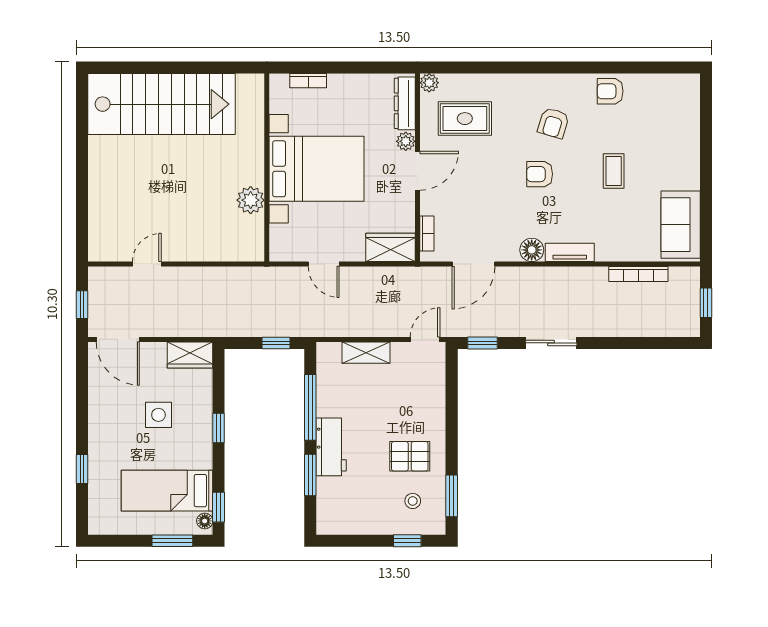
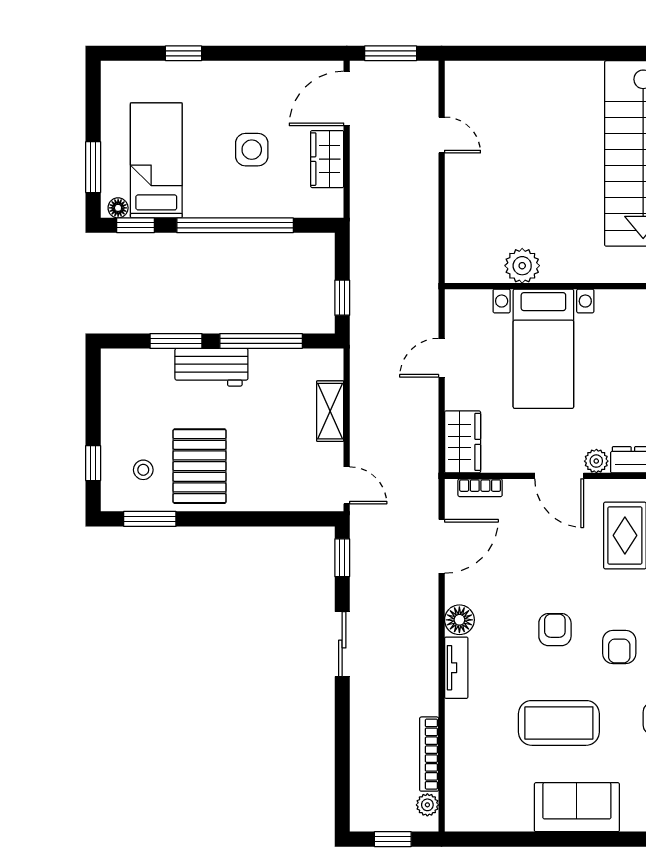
armchair: (553, 123) -> (619, 647), turned -107
bed with nightstands: (317, 169) -> (543, 349), width x0.73
coffee table: (614, 171) -> (559, 723), width x1.86, depth x1.72
sofa: (681, 225) -> (577, 807), moved
door: (473, 264) -> (442, 546), swing flipped
plant: (679, 275) -> (427, 805), added
window: (82, 305) -> (391, 53), width x1.50
wardrobe: (190, 355) -> (327, 159), moved
window: (219, 428) -> (235, 225), width x3.17
pallet: (410, 456) -> (200, 466), width x1.50, depth x1.42

